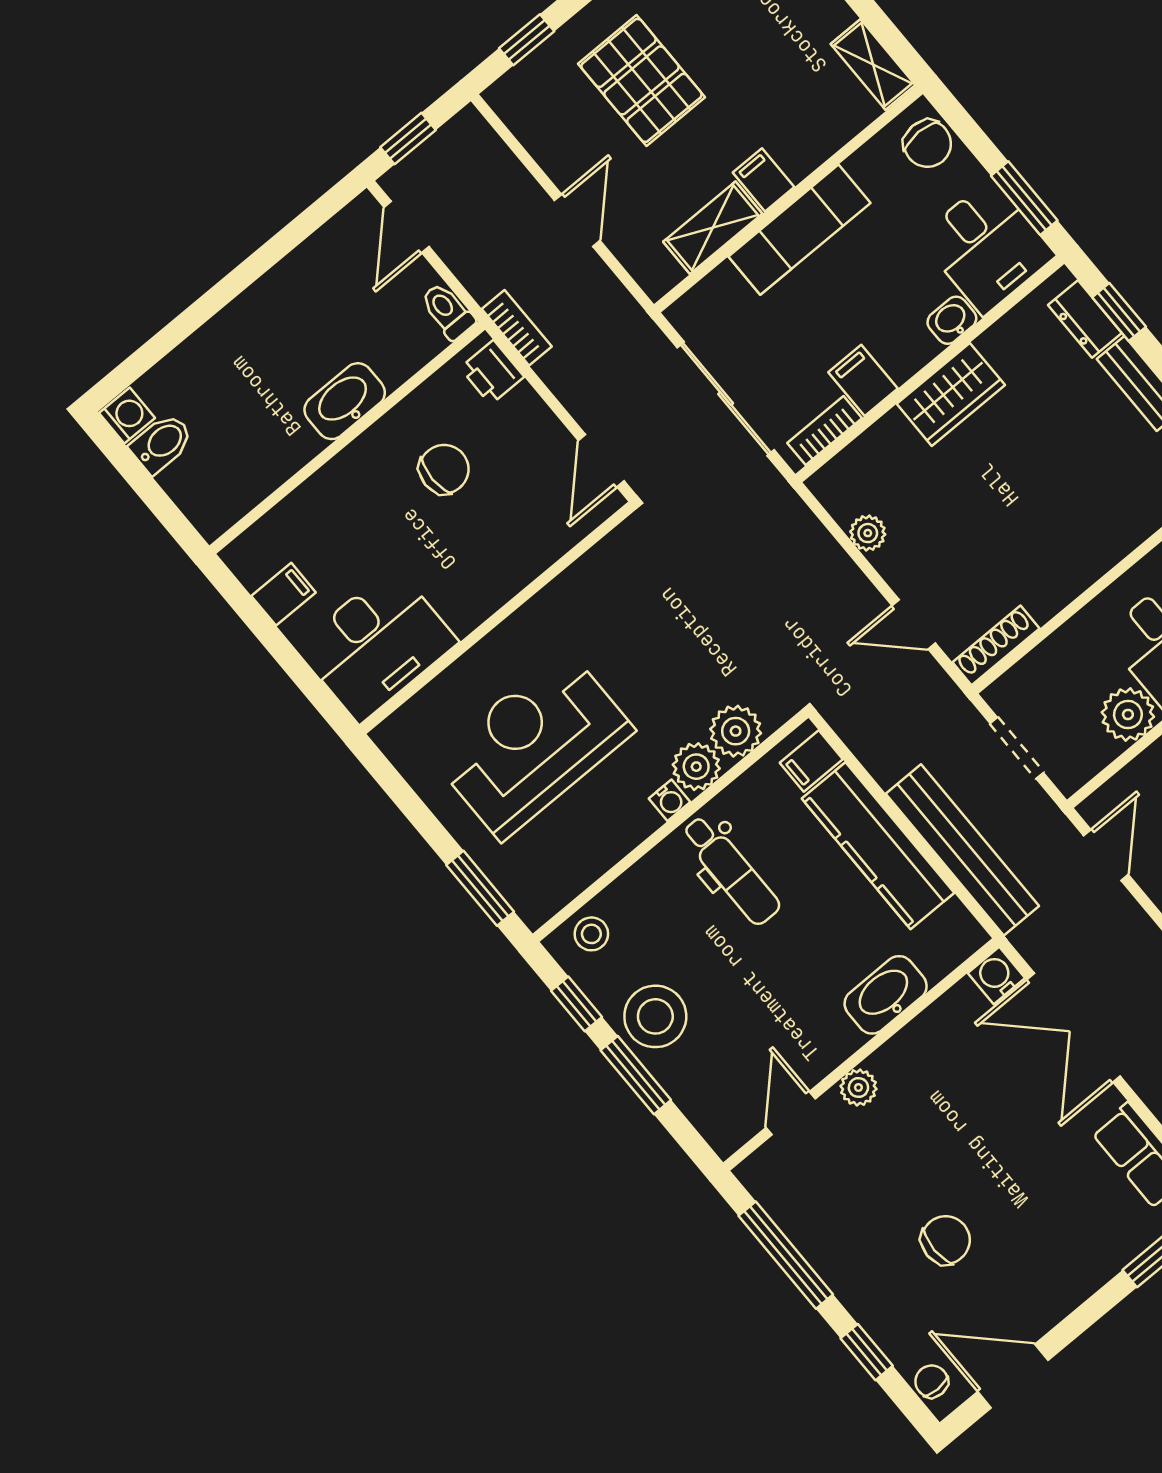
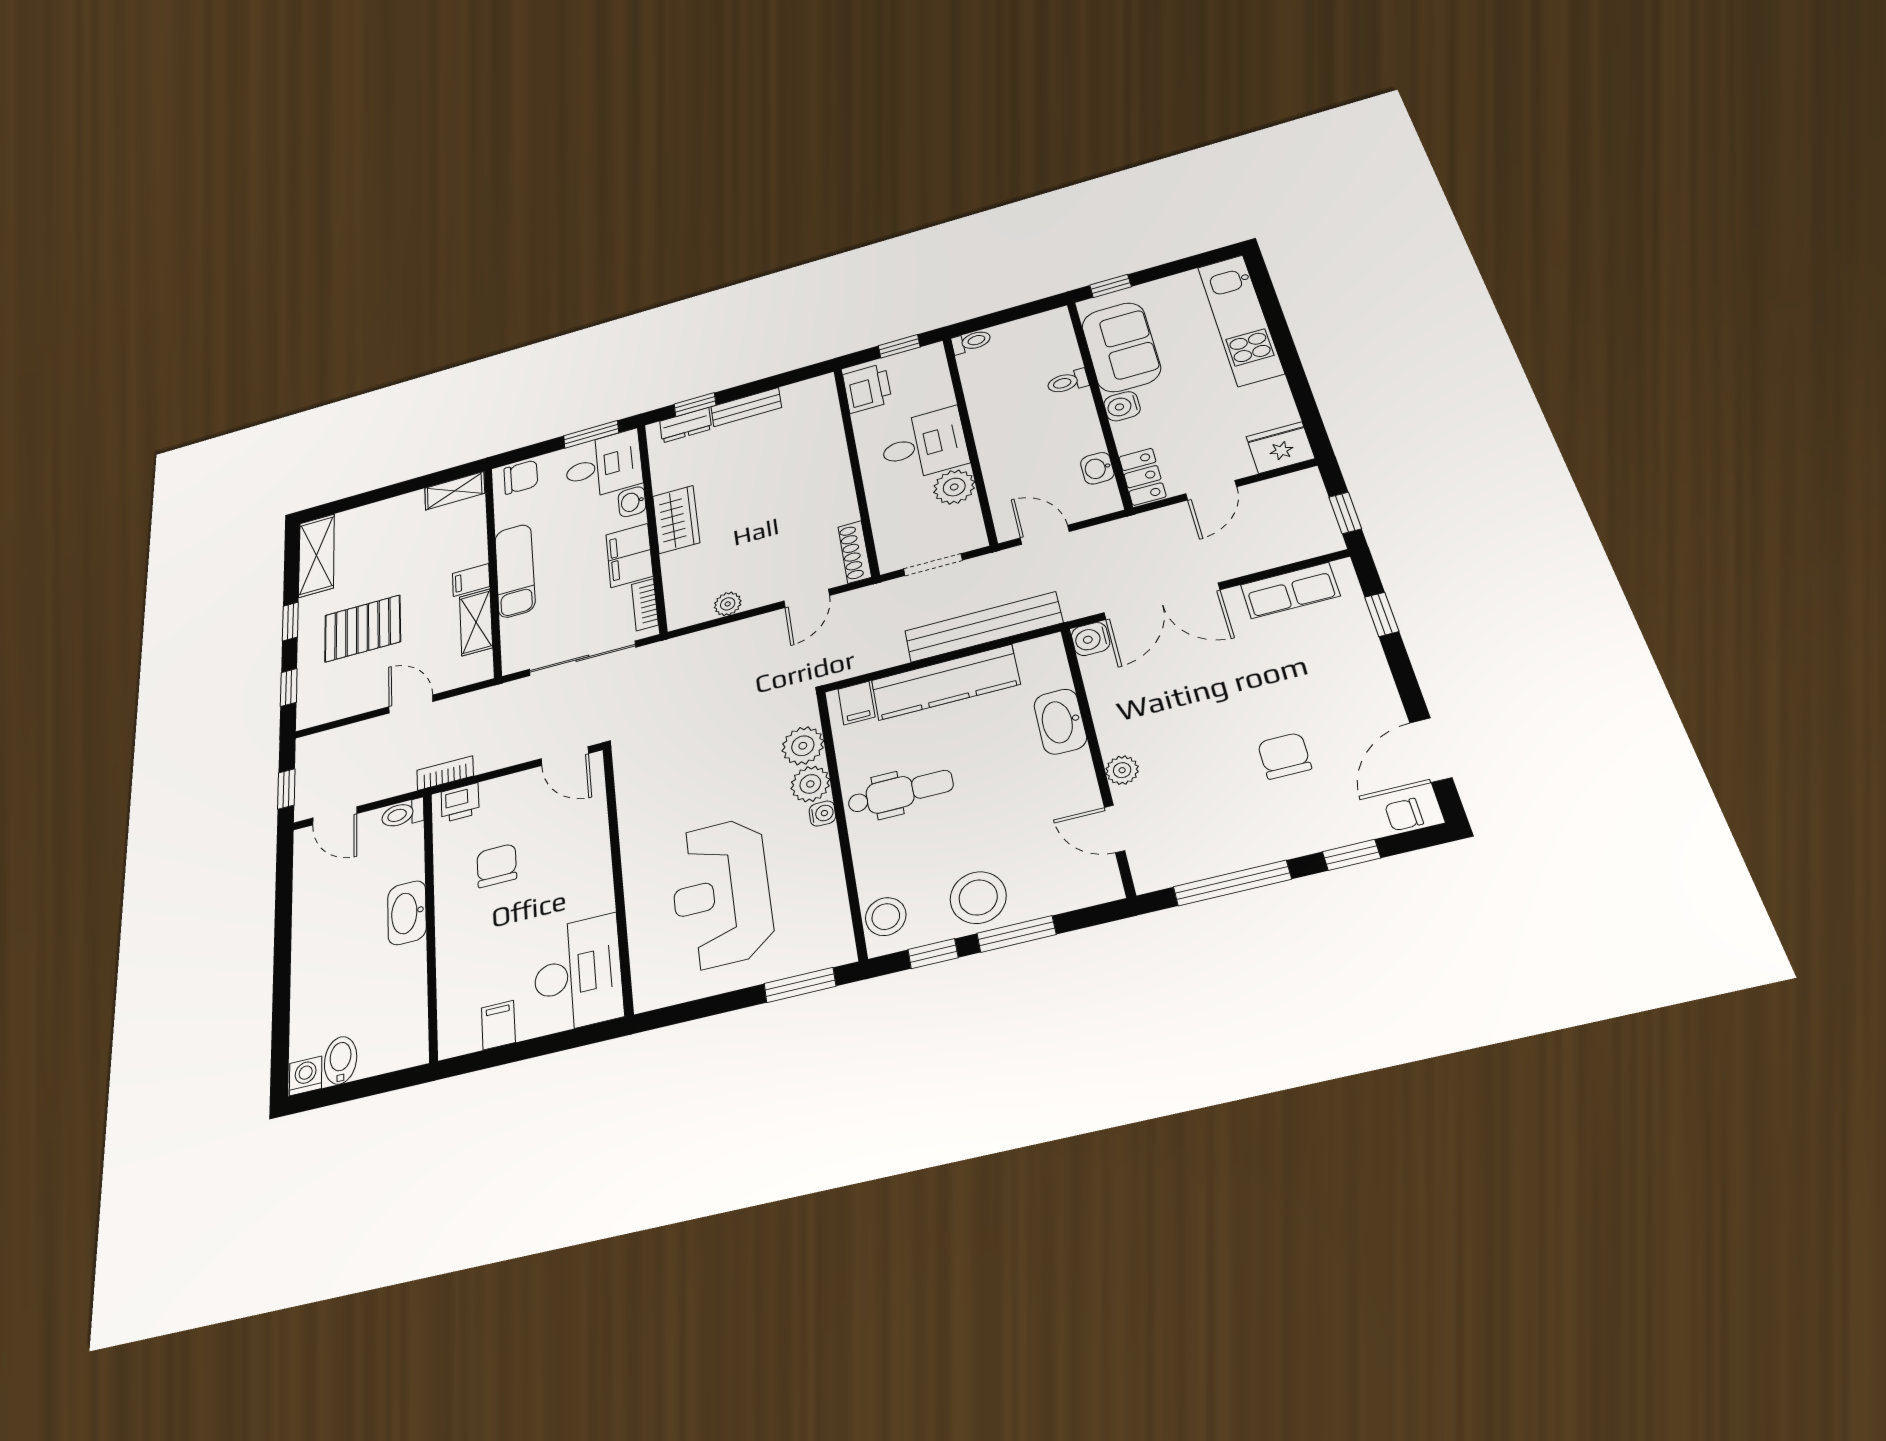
filing cabinet: (863, 380) -> (629, 555), width x2.00
stool: (591, 934) -> (886, 917), width x1.37, depth x1.37

